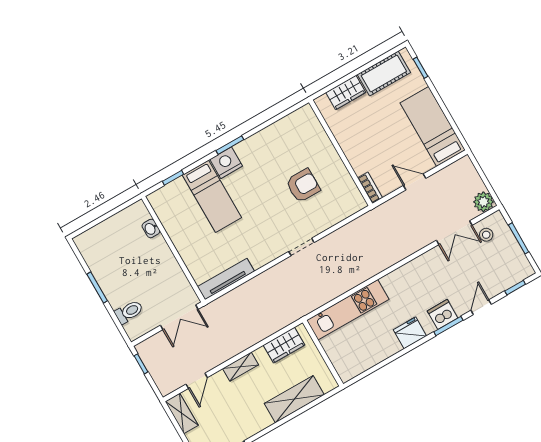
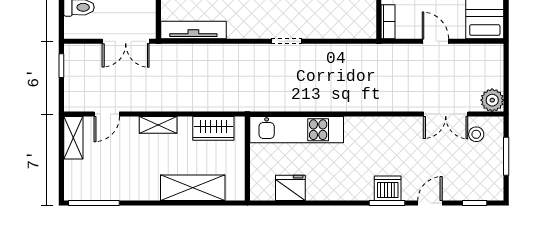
fridge: (410, 333) -> (290, 188), moved

